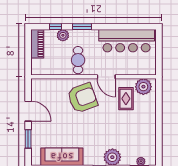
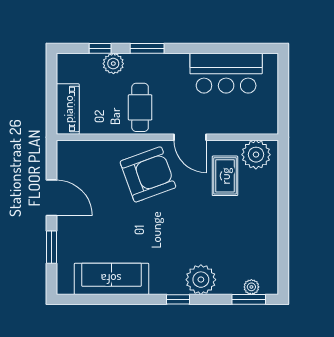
bar counter: (127, 41) -> (226, 73), width x0.73
piano: (37, 44) -> (68, 109), moved

